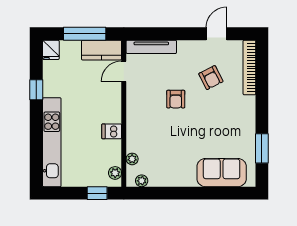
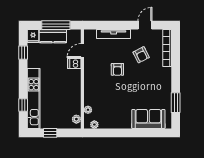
tv unit: (151, 47) -> (114, 34), moved
kitchen counter: (102, 50) -> (53, 36), moved
window: (36, 90) -> (23, 53), moved
dishwasher: (112, 131) -> (74, 64), moved
window: (36, 152) -> (23, 105), added
window: (97, 193) -> (50, 133), moved

